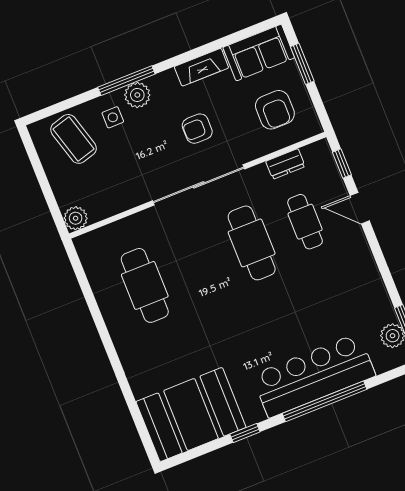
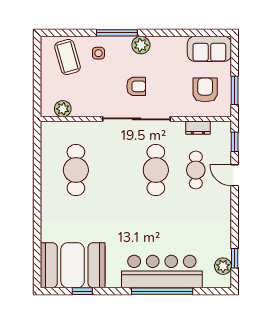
window: (302, 64) -> (235, 90), moved
fireplace: (201, 67) -> (169, 44), removed
plant: (137, 95) -> (141, 45), moved
armchair: (275, 110) -> (205, 90), turned 180
armchair: (197, 129) -> (136, 86), moved, turned 180
plant: (76, 218) -> (63, 109), moved
window: (245, 433) -> (82, 291), moved

